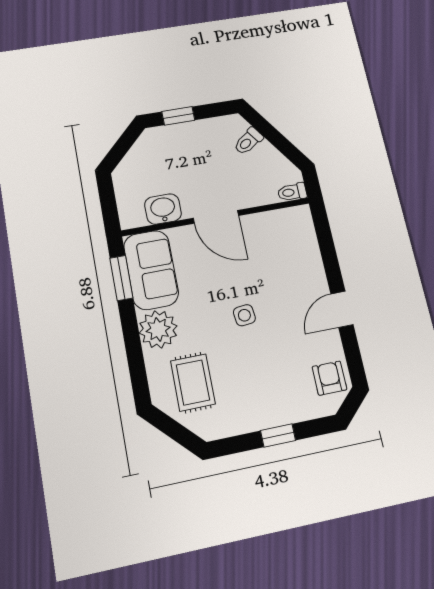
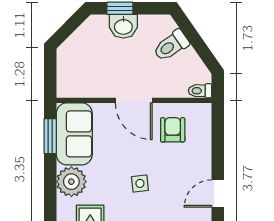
toilet: (248, 141) -> (171, 46), width x1.37, depth x1.39
washbasin: (163, 209) -> (123, 26), moved, turned 180
armchair: (270, 243) -> (173, 130), added

